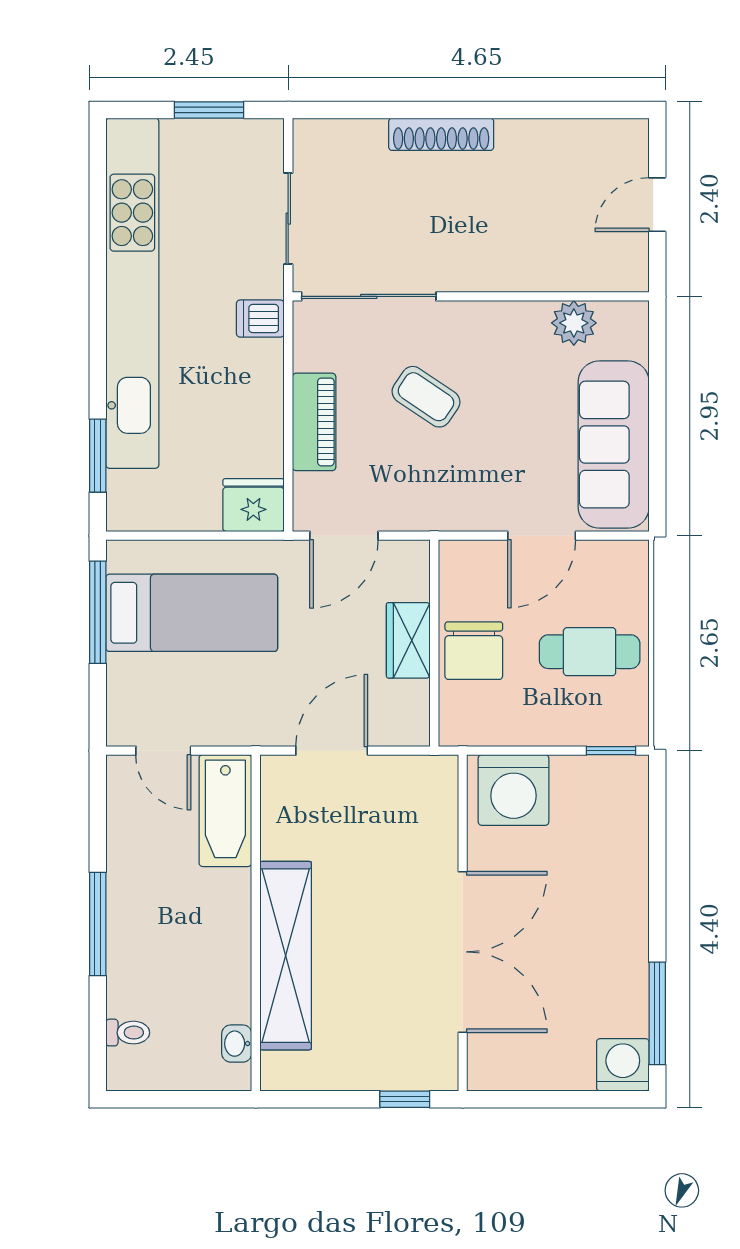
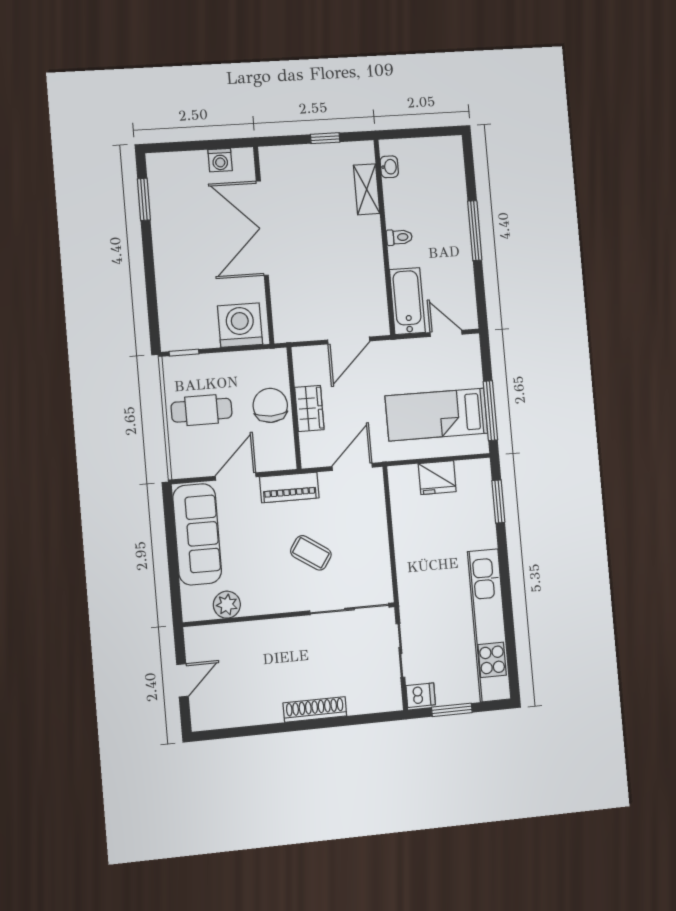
kitchen unit: (132, 293) -> (489, 625), width x0.73
dishwasher: (260, 319) -> (421, 695), moved
piano: (314, 422) -> (289, 487), moved, turned -90
fridge: (253, 505) -> (437, 478), moved
shelving: (286, 956) -> (367, 189), width x0.45, depth x0.75
window: (657, 1013) -> (144, 199), width x0.69
toilet: (128, 1033) -> (399, 237), moved, turned 180
washing machine: (623, 1065) -> (220, 160), moved, width x0.73, depth x0.73
window: (405, 1099) -> (325, 138), moved

